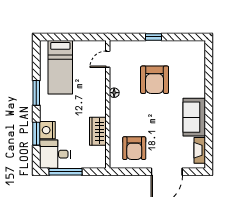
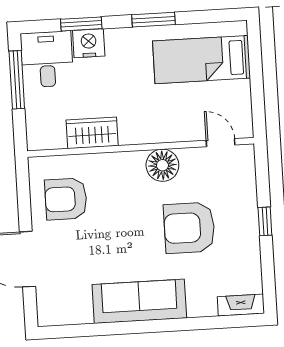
floor lamp: (114, 93) -> (162, 165), width x1.89, depth x1.89
sofa: (194, 117) -> (139, 301), width x1.36
fireplace: (200, 150) -> (241, 305), moved

